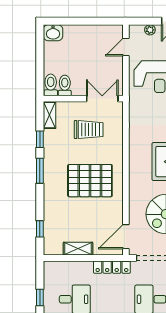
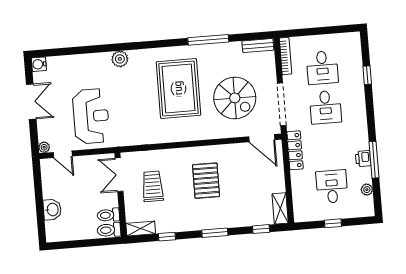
plant: (150, 30) -> (44, 147), moved
washbasin: (53, 33) -> (52, 210), moved
window: (40, 171) -> (215, 233), moved
pallet: (90, 181) -> (206, 181), width x0.73, depth x0.71
shelving: (78, 249) -> (280, 208), moved

